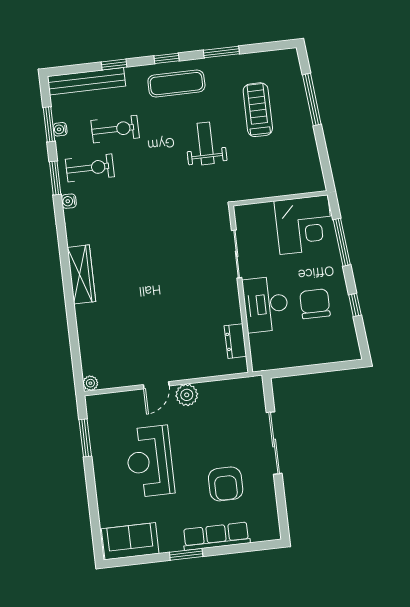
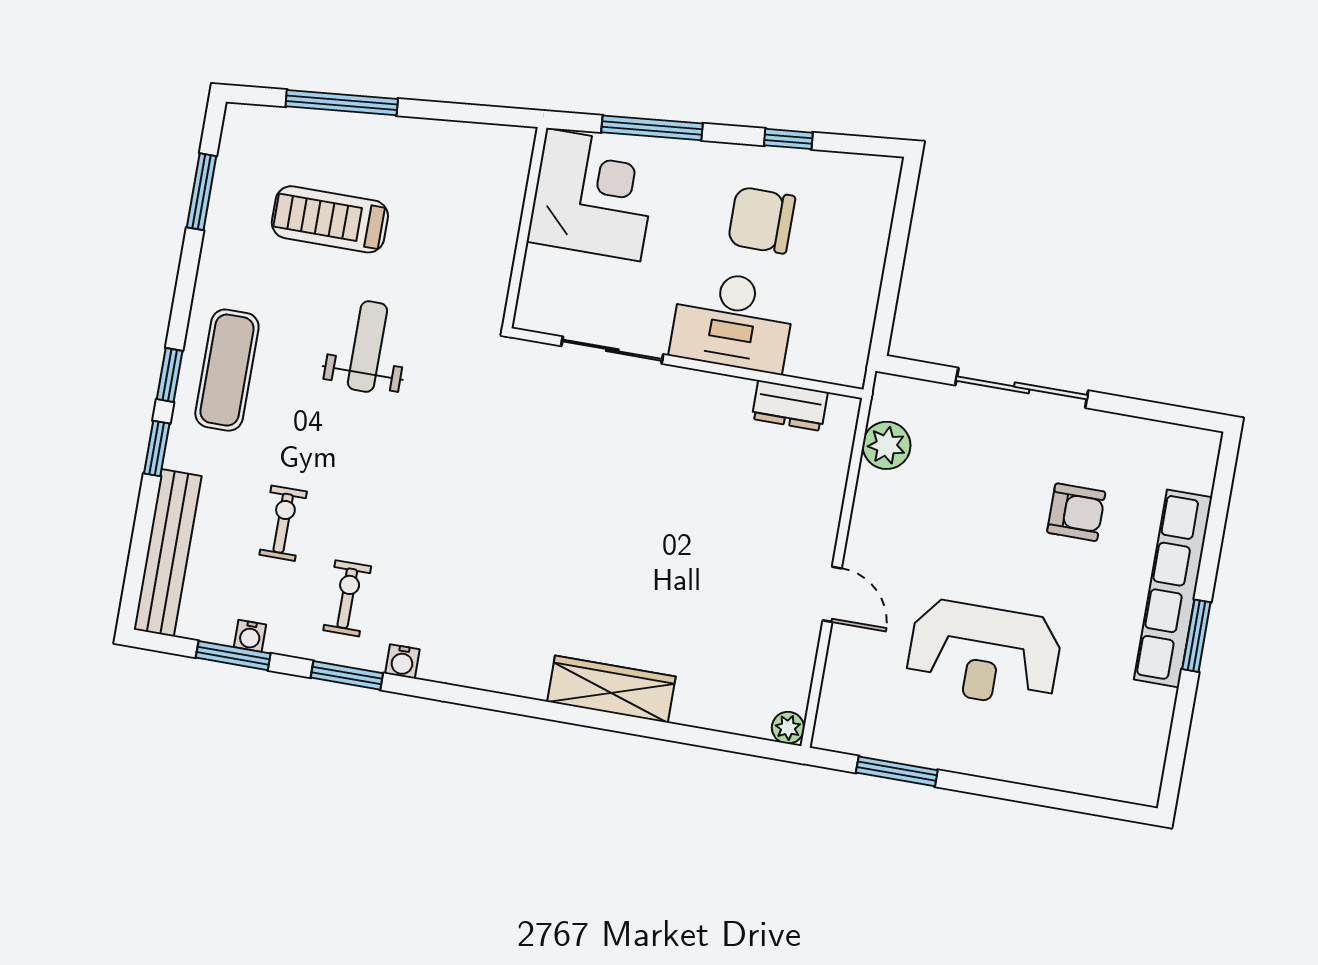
window: (221, 52) -> (202, 192), moved
window: (114, 64) -> (157, 449), moved
exercise bike: (115, 129) -> (283, 523), width x0.73, depth x0.72
weight bench: (206, 143) -> (367, 347), turned 90
exercise bike: (90, 168) -> (347, 598), width x0.73, depth x0.72
wardrobe: (81, 274) -> (611, 689), moved
plant: (187, 395) -> (887, 445), moved
armchair: (226, 484) -> (1076, 512), width x0.72, depth x0.72
row of seats: (216, 536) -> (1173, 588), width x1.36
sofa: (130, 541) -> (1135, 742), removed

